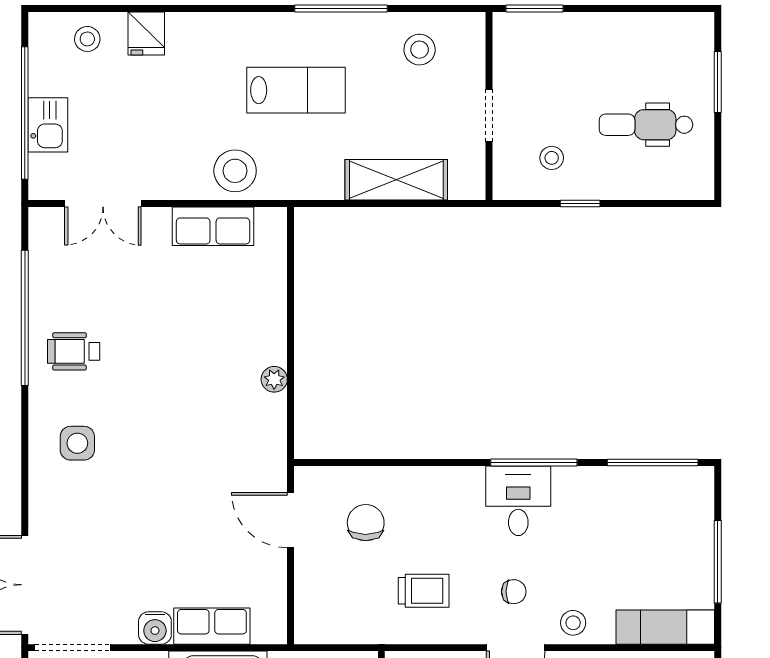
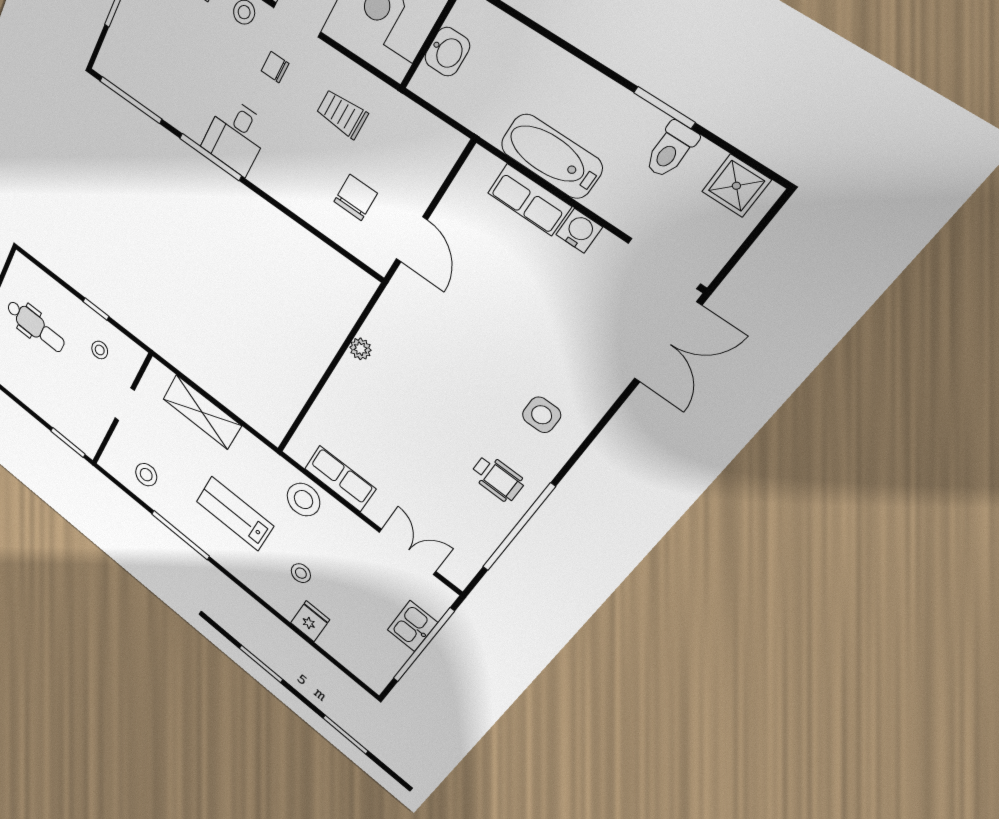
stool: (87, 39) -> (301, 573), moved
chair: (366, 523) -> (356, 197), turned 180

